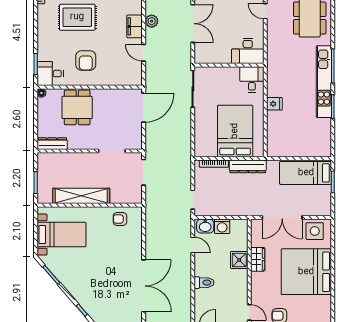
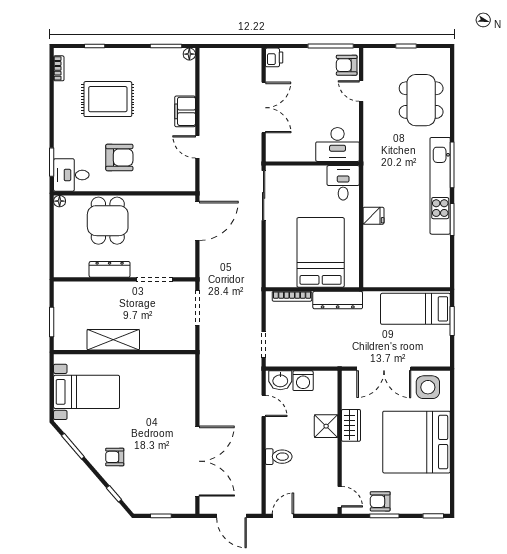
plant: (152, 21) -> (208, 104), removed
armchair: (86, 61) -> (119, 157), turned -90
dresser: (52, 144) -> (110, 269), moved
shelving: (81, 196) -> (113, 340), width x0.68
armchair: (120, 219) -> (115, 457), moved

